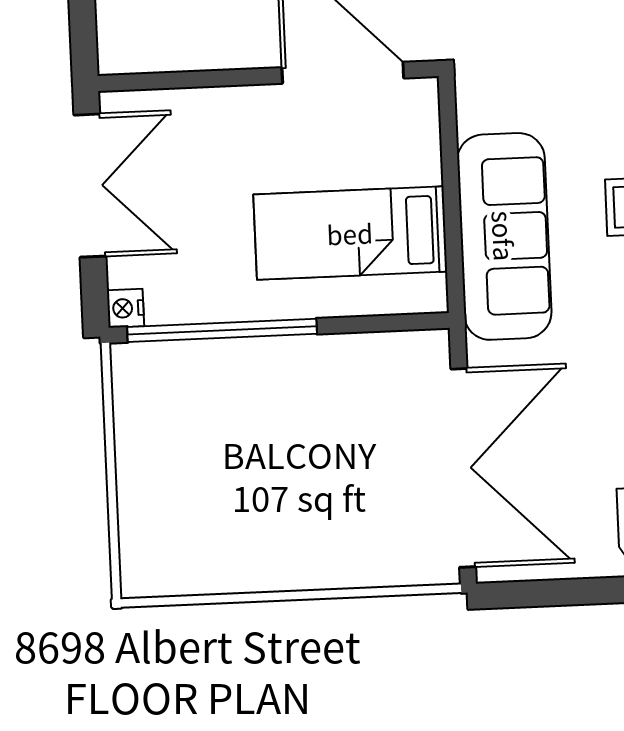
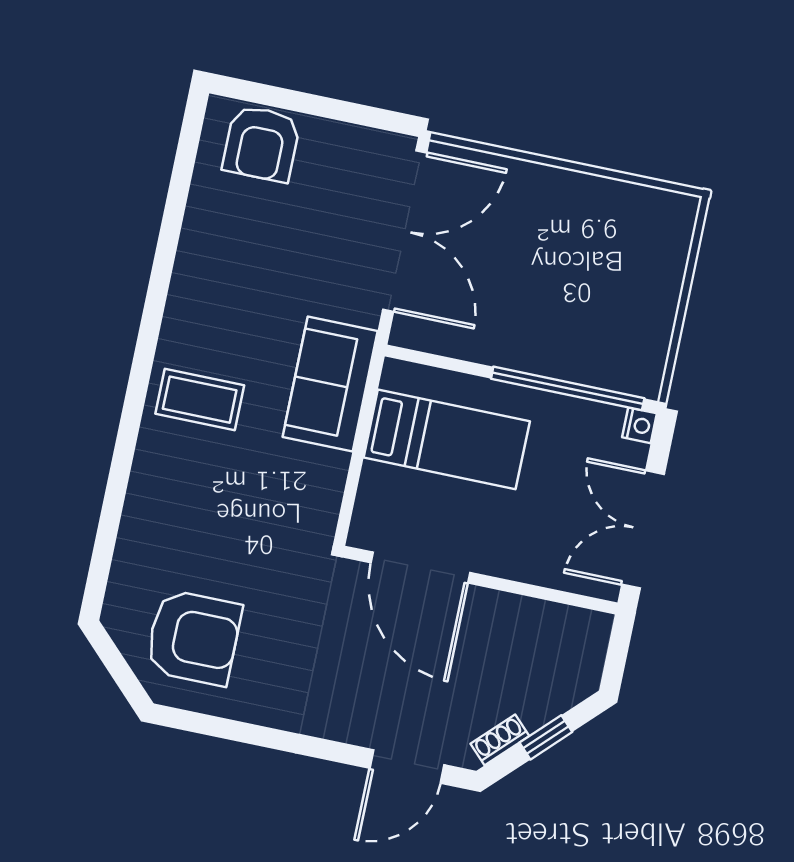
sofa: (504, 236) -> (330, 384), width x0.73
double door: (463, 468) -> (405, 231), swing flipped

